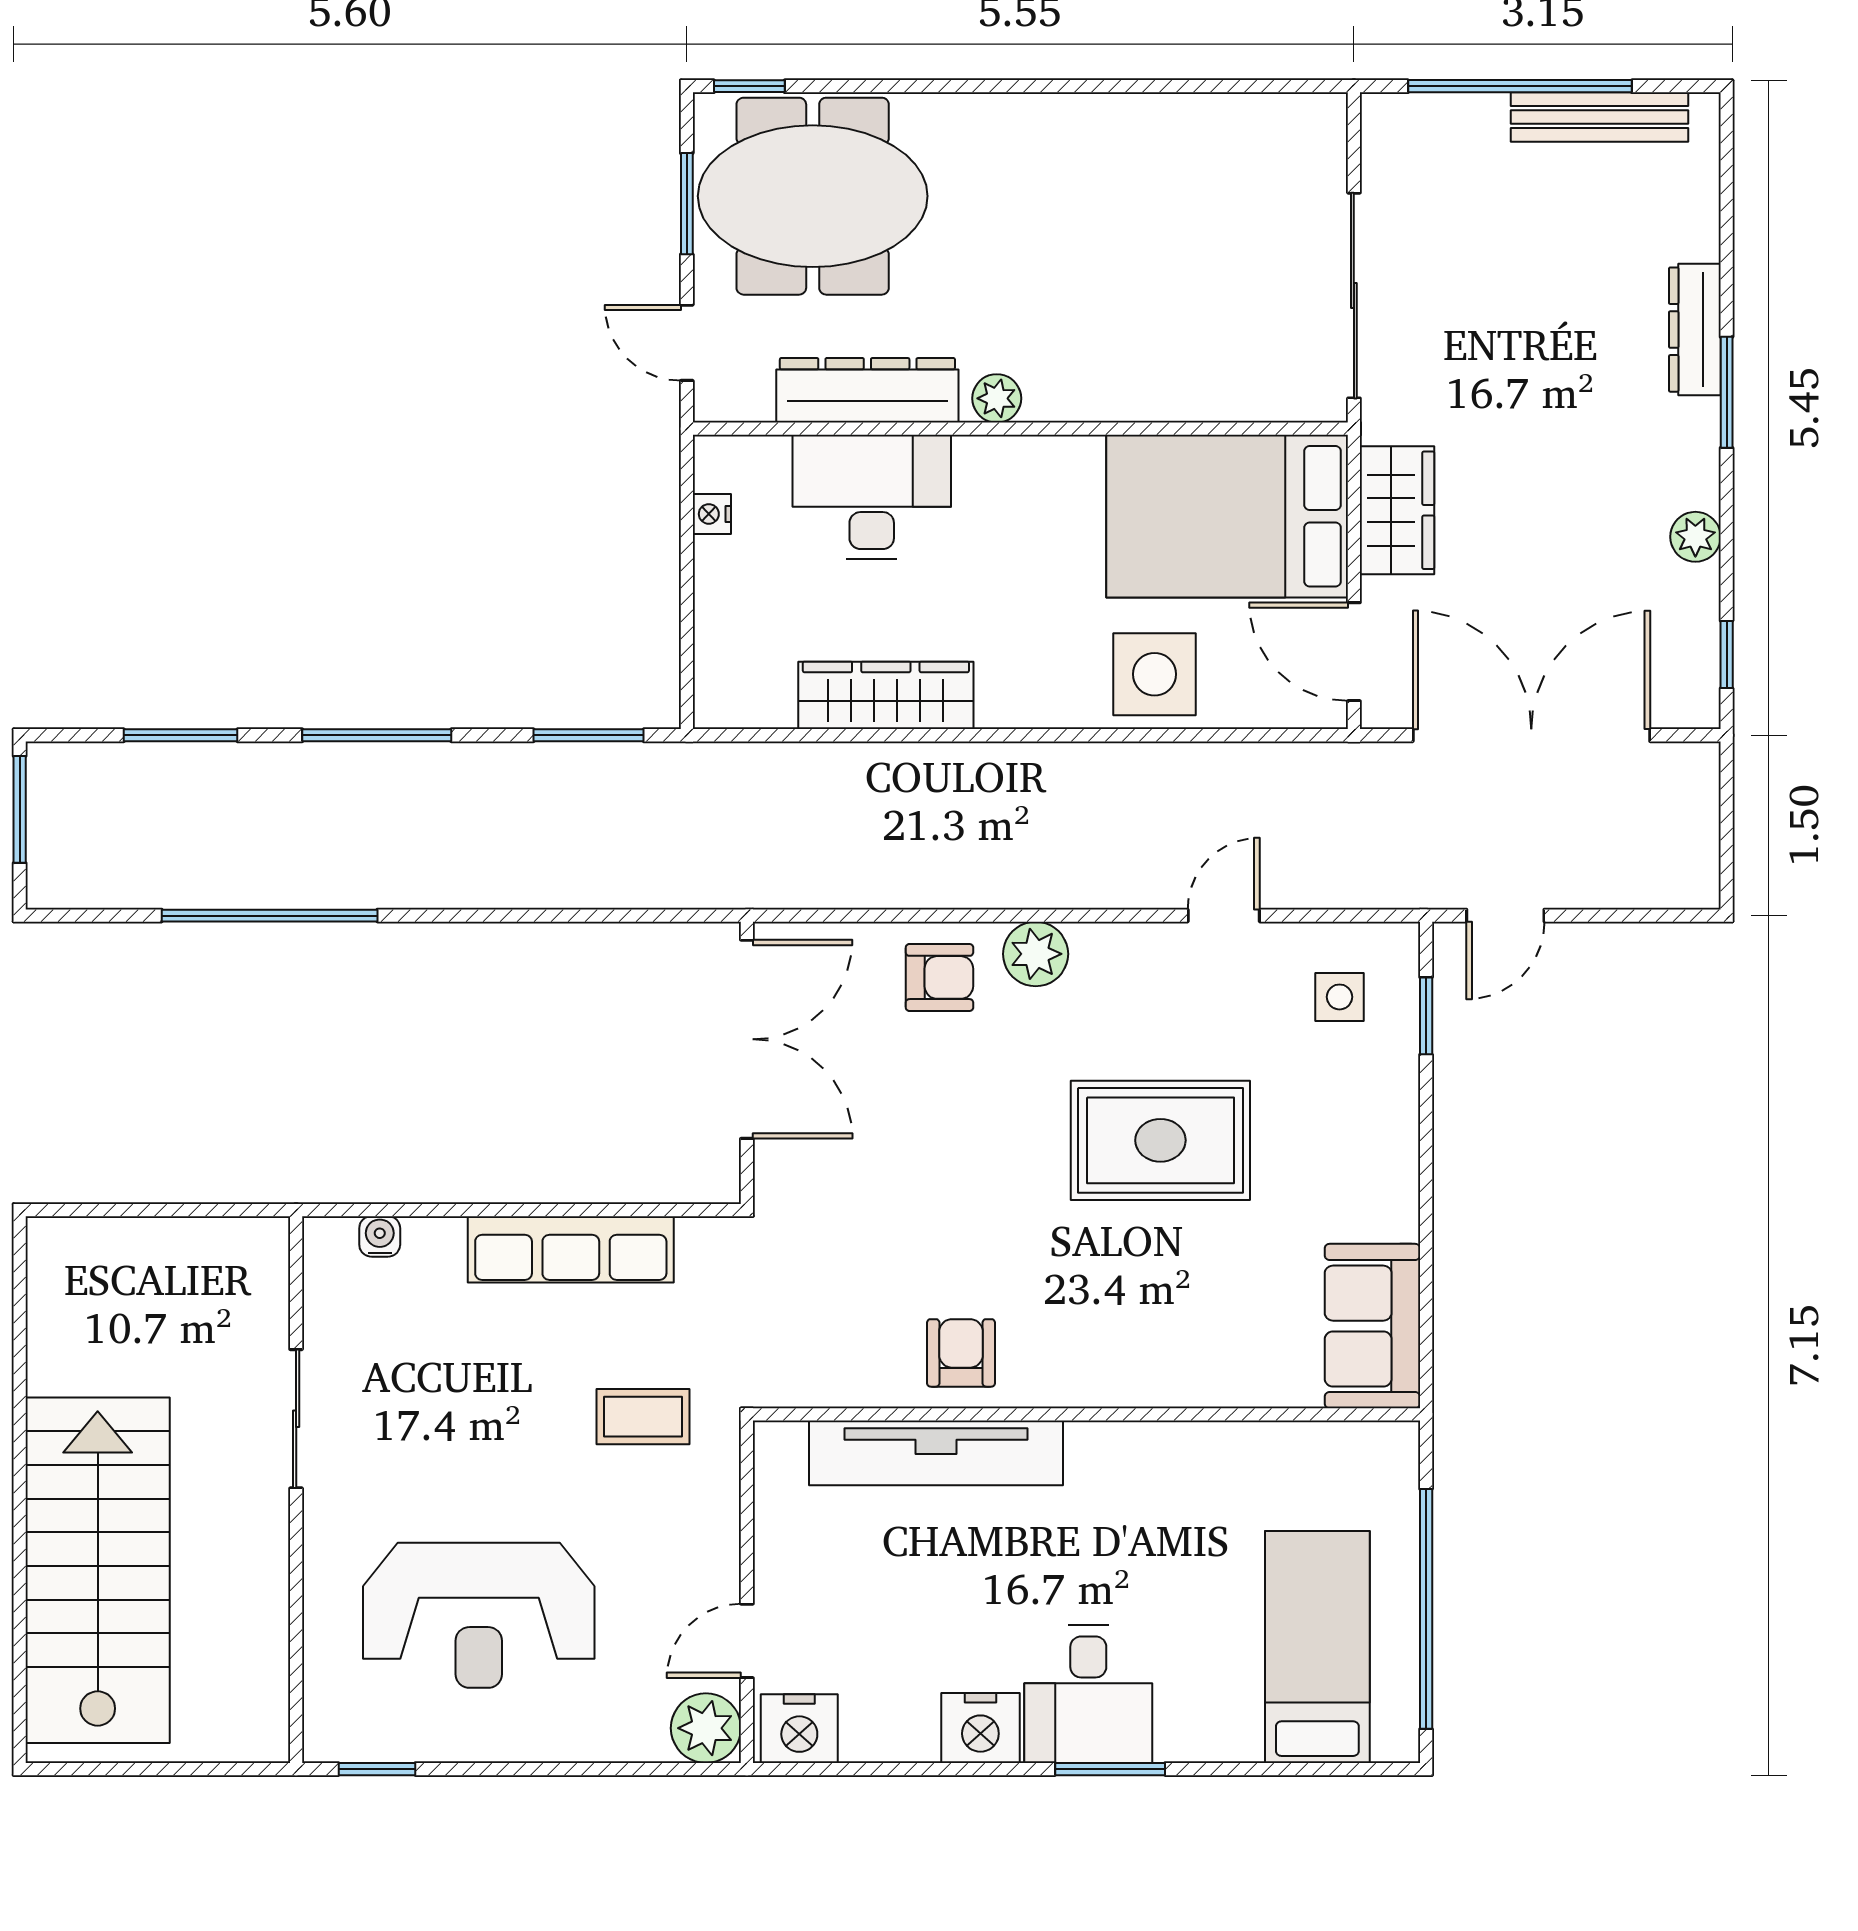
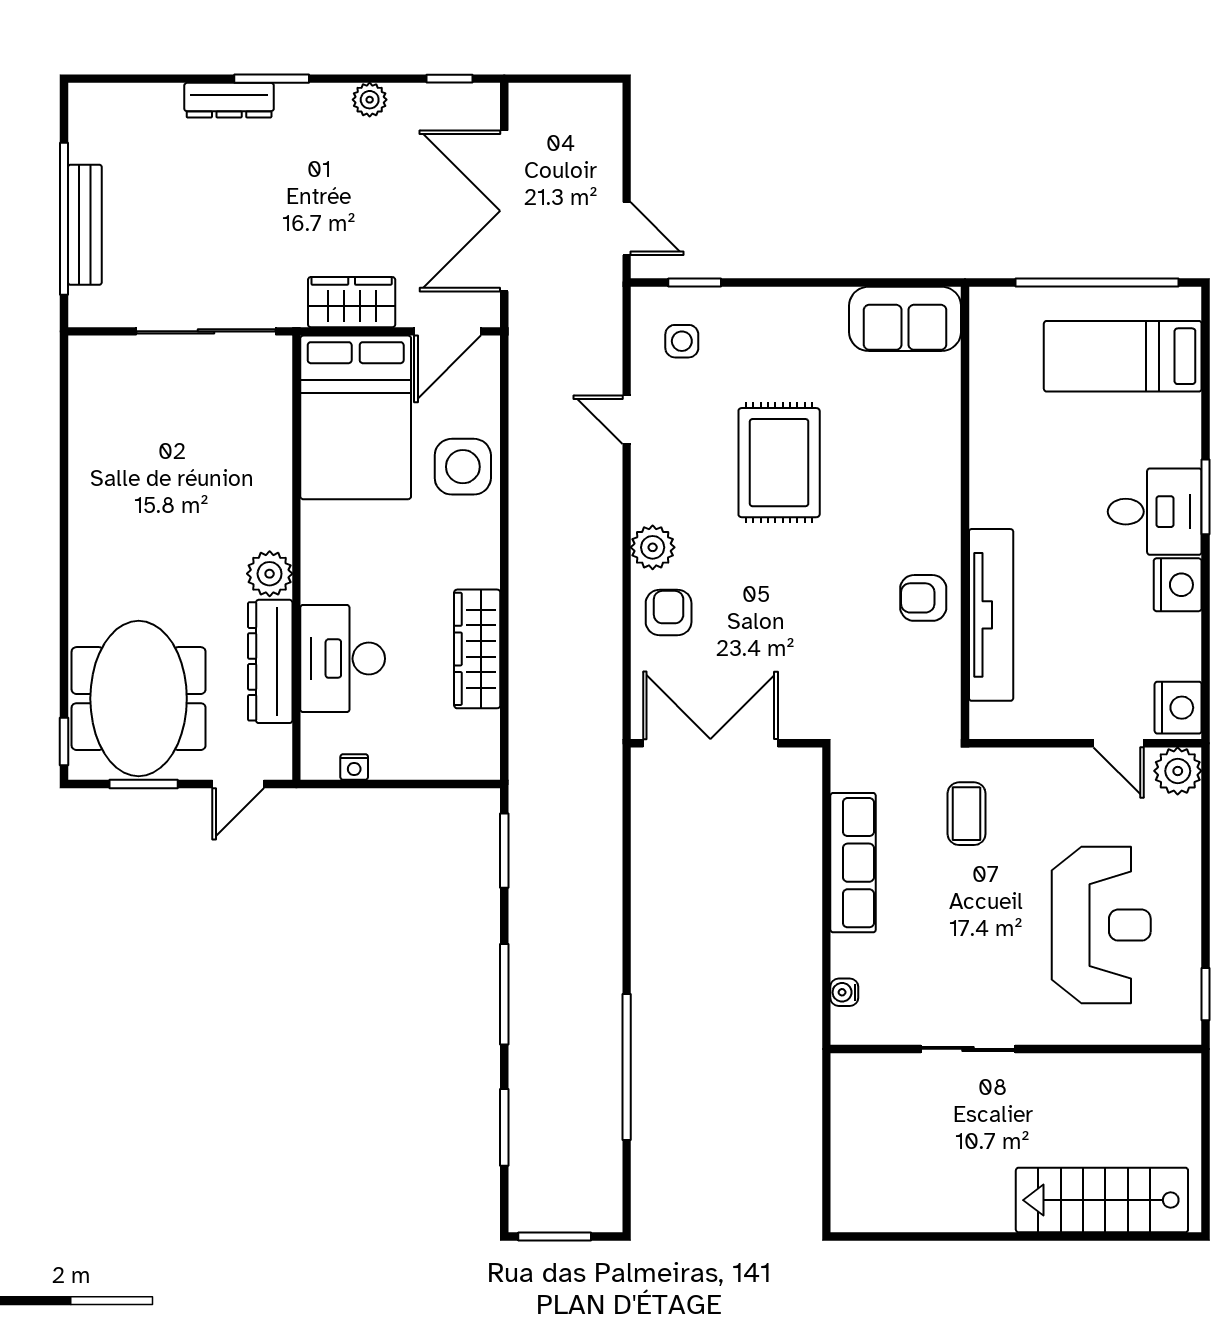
bench: (1599, 117) -> (85, 225), moved
plant: (997, 398) -> (270, 574), width x1.38, depth x1.38
stairs: (98, 1570) -> (1102, 1200), width x0.73, depth x0.66

